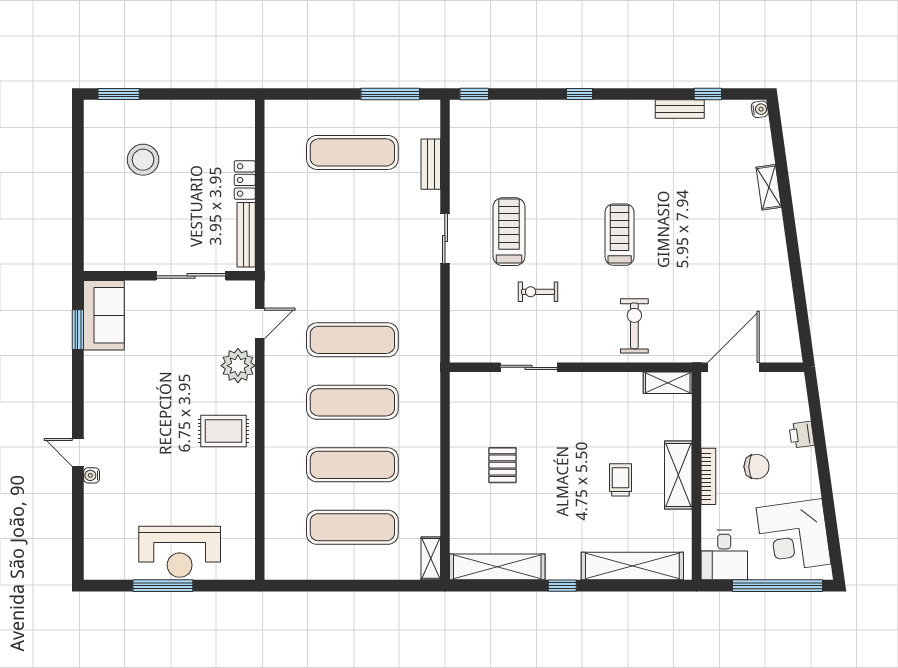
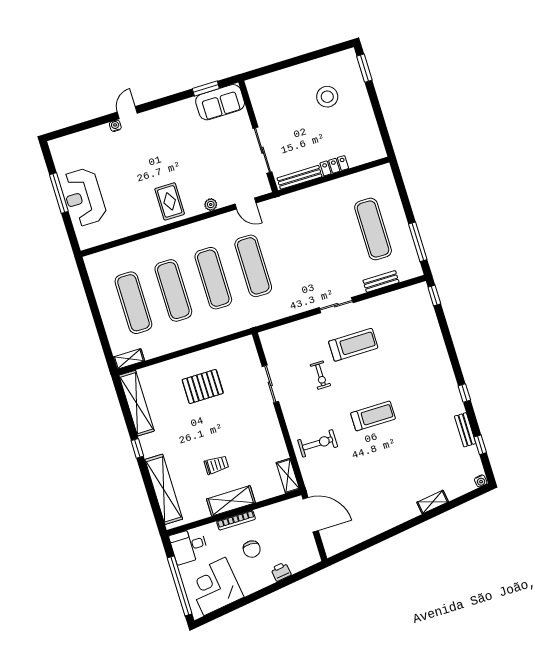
window: (579, 94) -> (464, 393), moved
exercise bike: (538, 292) -> (320, 375), turned 180
plant: (238, 366) -> (211, 205), width x0.53, depth x0.53
pallet: (502, 465) -> (203, 386), width x1.50, depth x1.42

